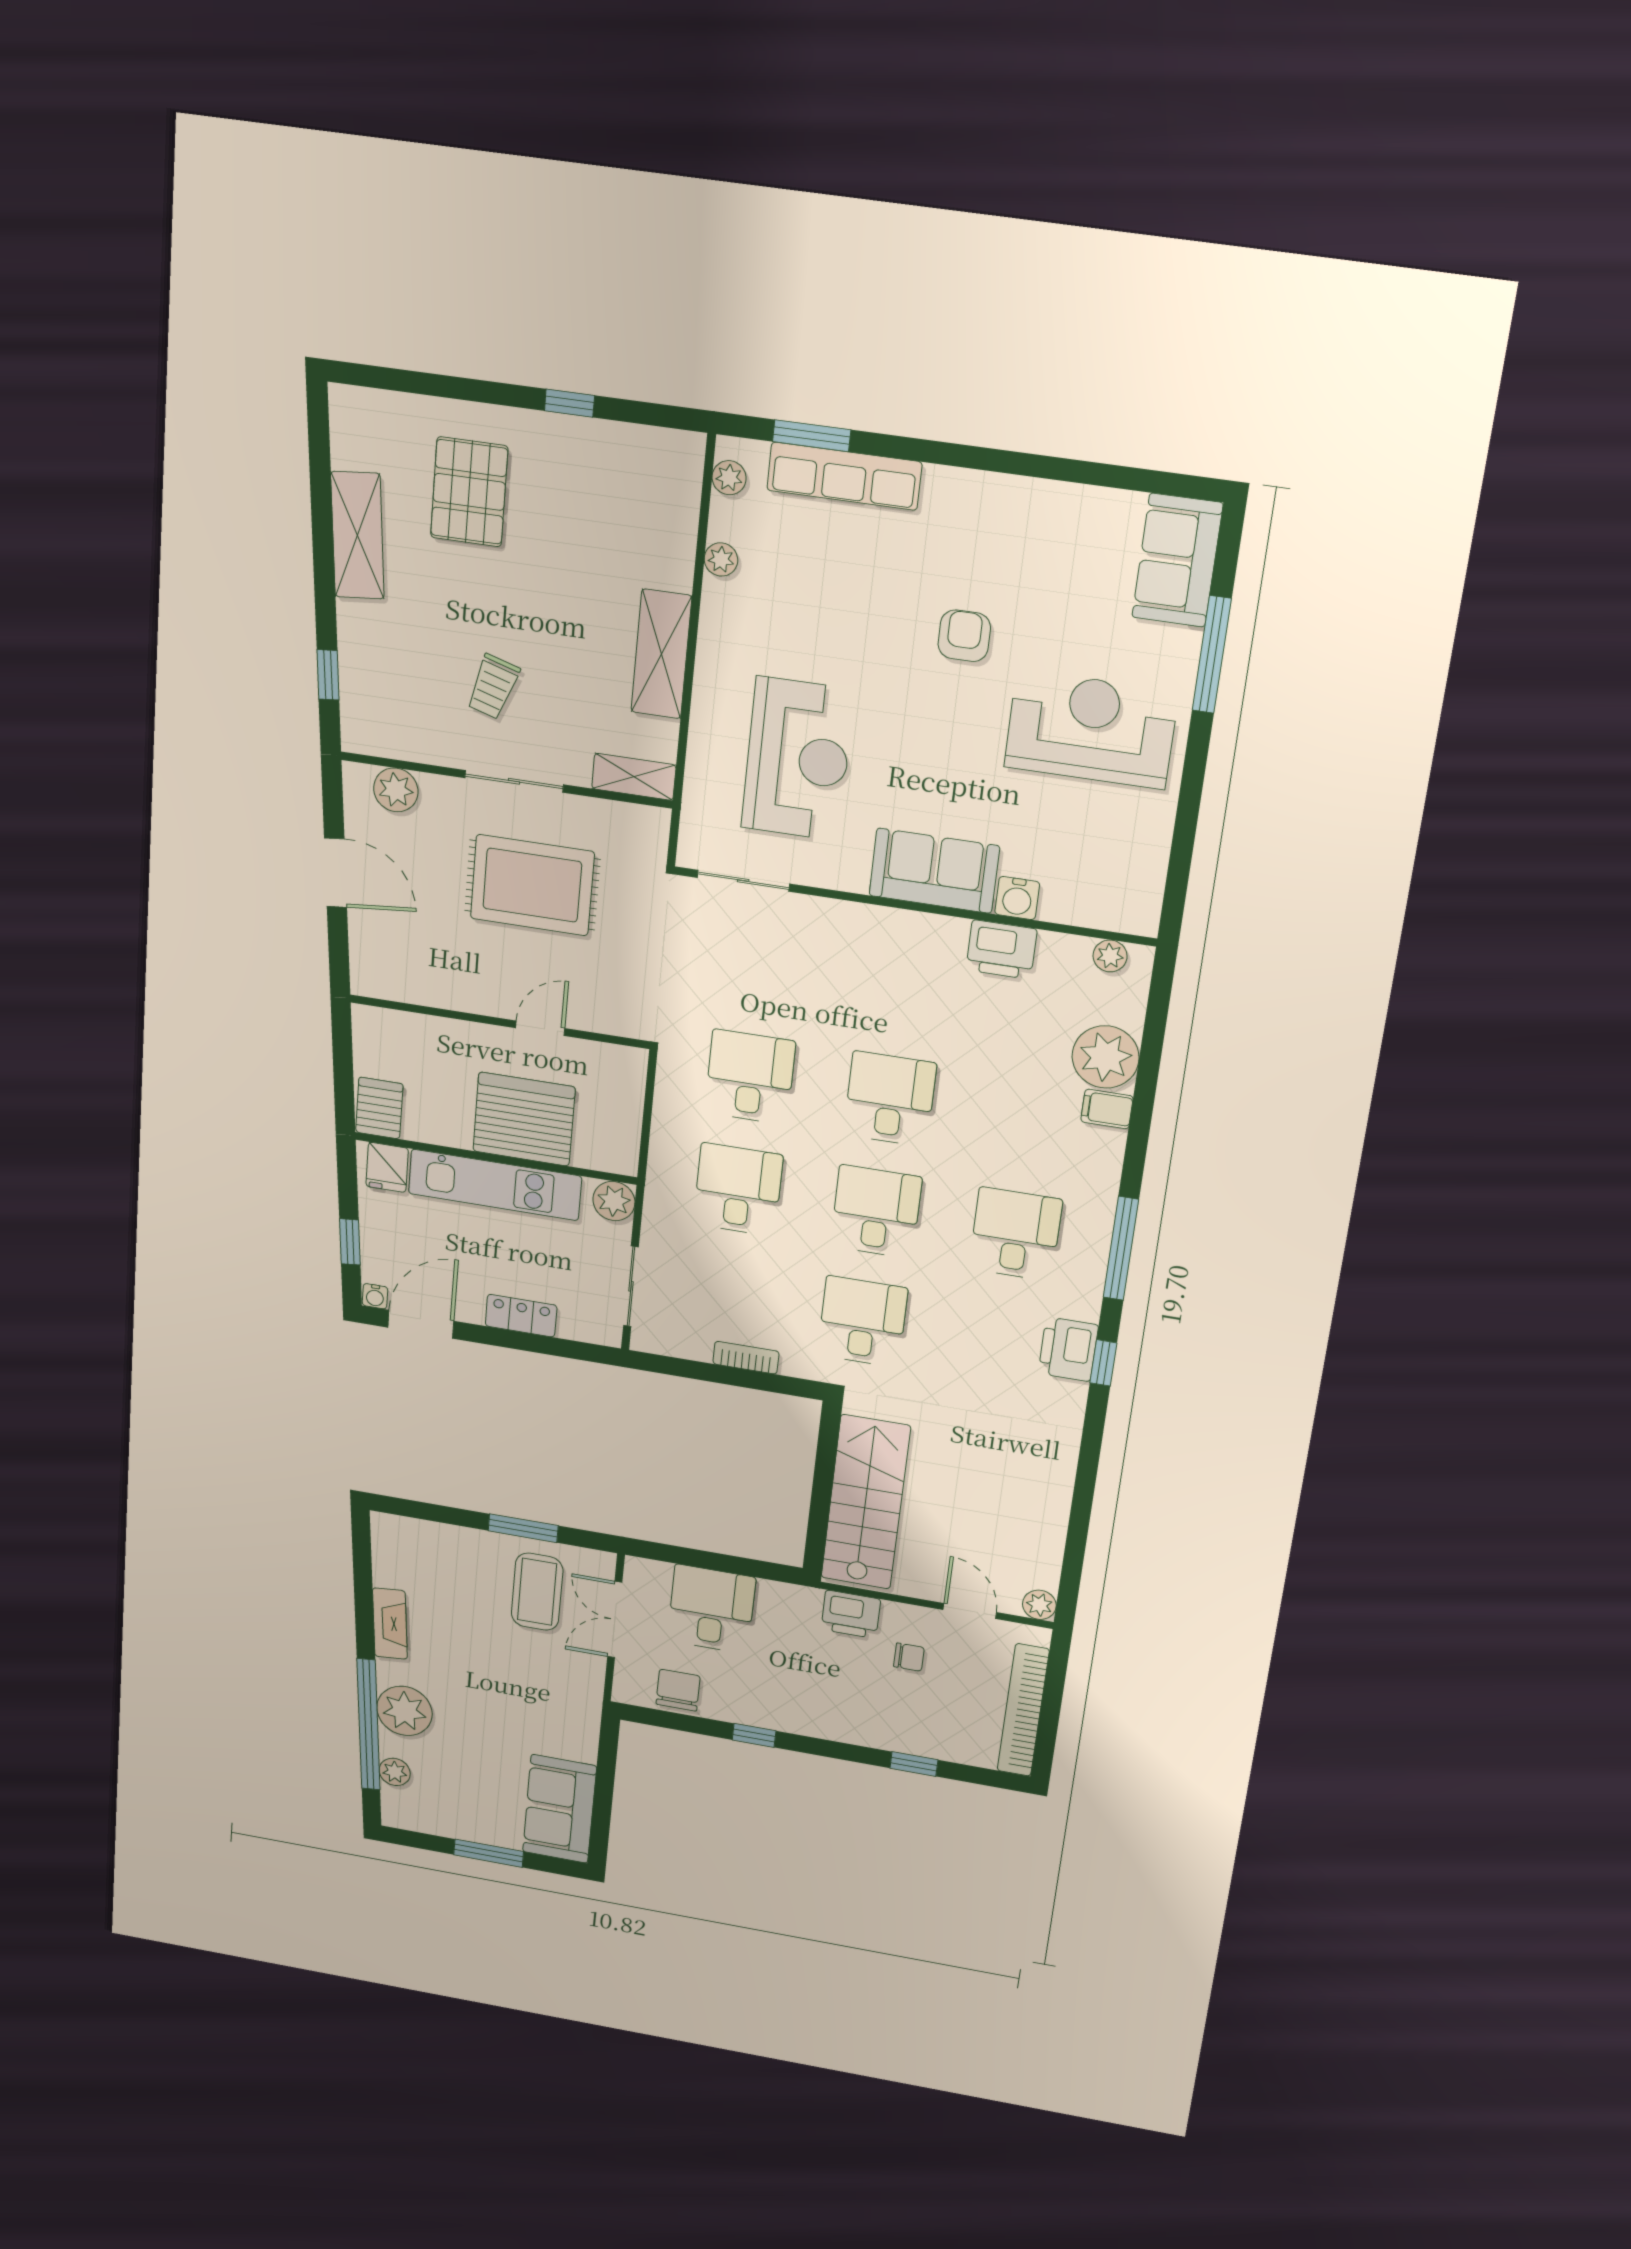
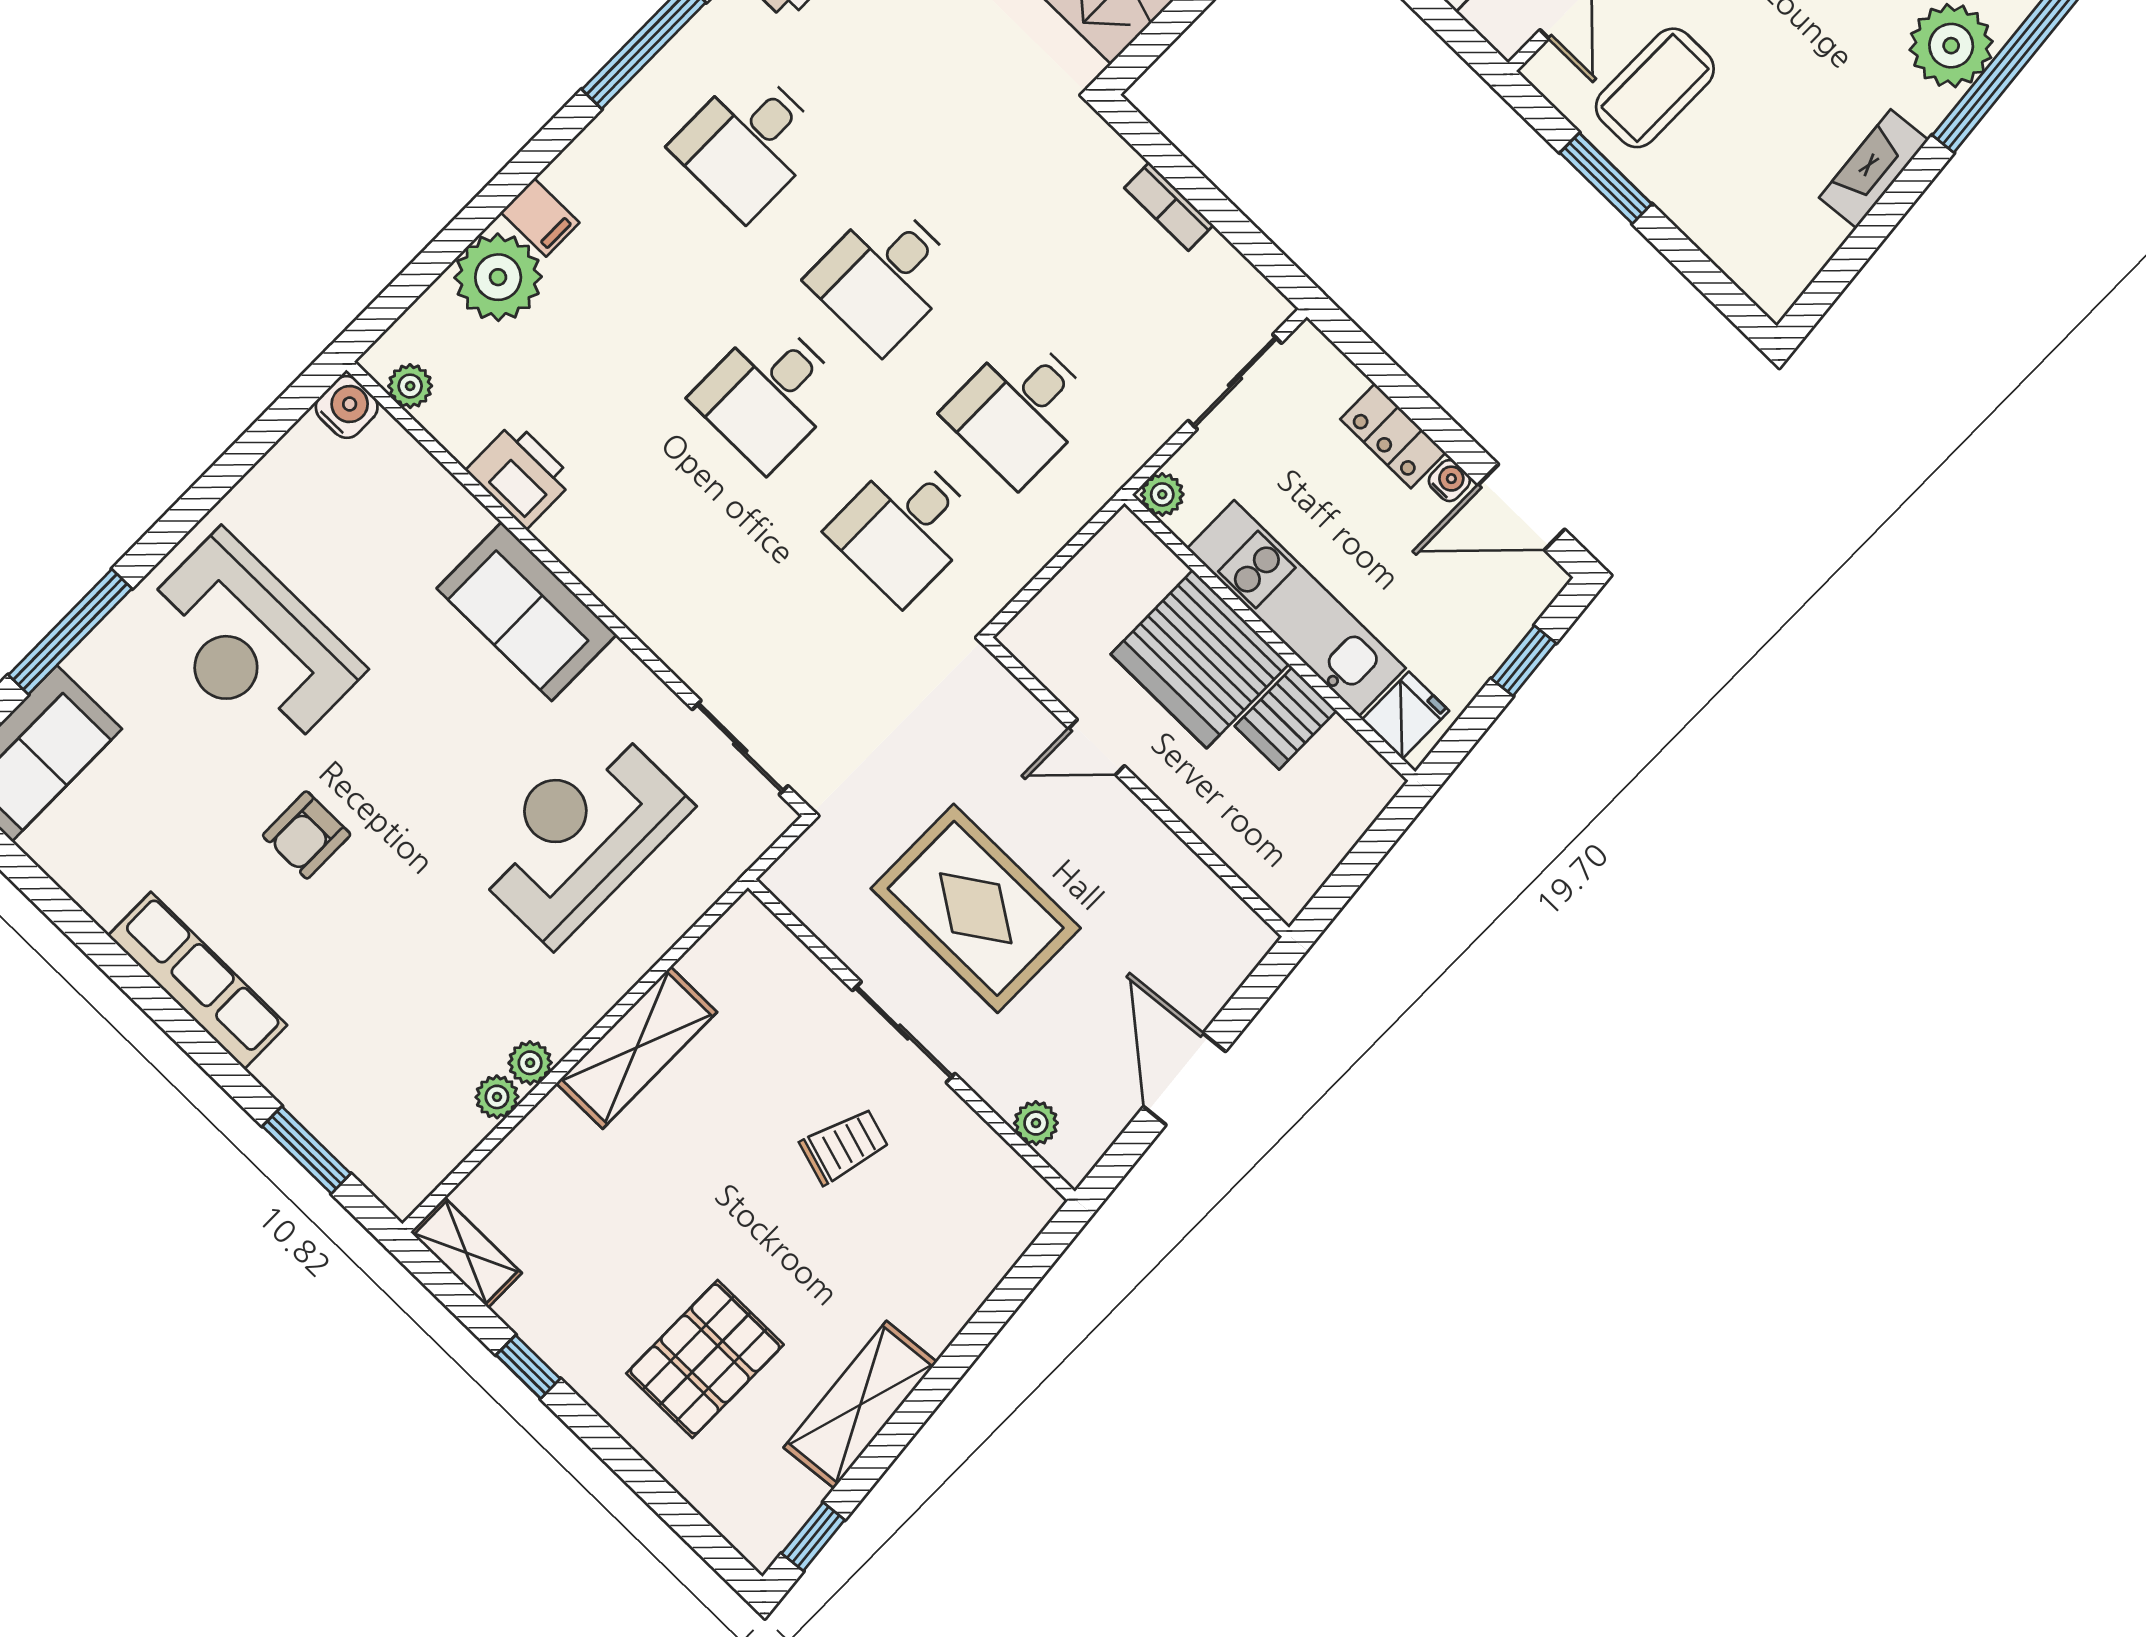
row of seats: (844, 476) -> (197, 980), moved
plant: (729, 478) -> (530, 1063), moved
window: (328, 675) -> (813, 1537), moved
shelving: (634, 777) -> (466, 1253), moved
plant: (396, 790) -> (1036, 1123), width x0.73, depth x0.73
water cooler: (1017, 898) -> (347, 407), moved
server rack: (379, 1108) -> (1286, 718), moved
plant: (614, 1201) -> (1162, 494), width x0.73, depth x0.73
water cooler: (375, 1296) -> (1449, 481), moved
desk: (863, 1322) -> (1000, 158), removed

